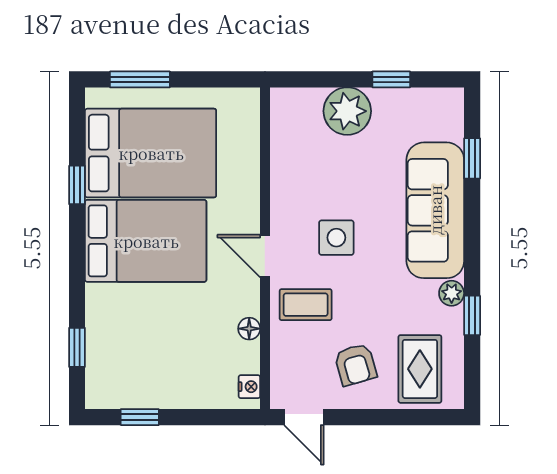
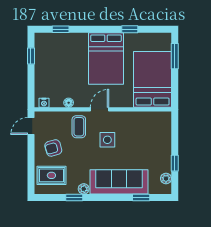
plant: (347, 111) -> (166, 178), moved, width x0.53, depth x0.53
bed: (151, 153) -> (153, 79), moved, turned 180

